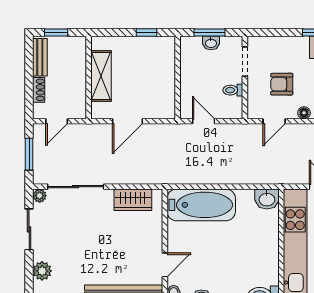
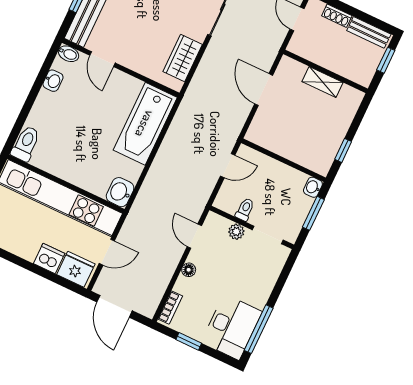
washbasin: (211, 43) -> (313, 187), moved
shelving: (101, 76) -> (322, 82), width x0.67, depth x0.75
armchair: (282, 84) -> (228, 261), removed
plant: (254, 89) -> (236, 232), added

